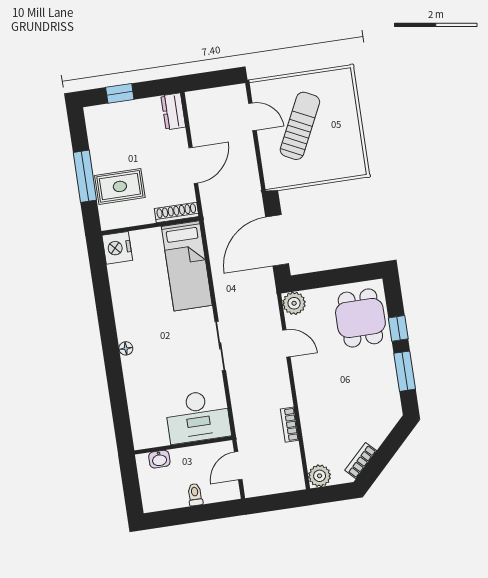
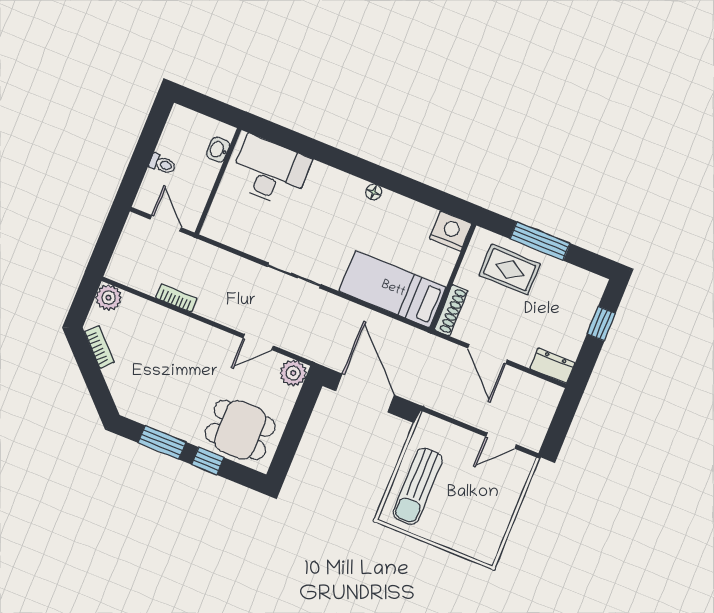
sun lounger: (300, 126) -> (418, 486), moved, turned 64
rug: (120, 186) -> (510, 270), turned 90
floor lamp: (126, 348) -> (374, 192), moved
desk: (198, 417) -> (270, 171), moved, turned 90

